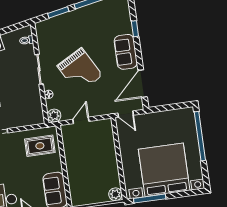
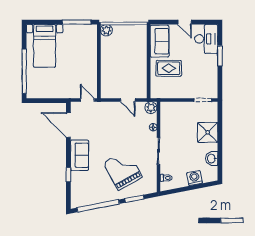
grand piano: (80, 71) -> (123, 170), moved
door: (143, 84) -> (68, 125), swing flipped
door: (81, 120) -> (128, 100), hinge flipped
rug: (40, 146) -> (169, 68), moved
bed with nightstands: (164, 170) -> (45, 46), width x0.54

